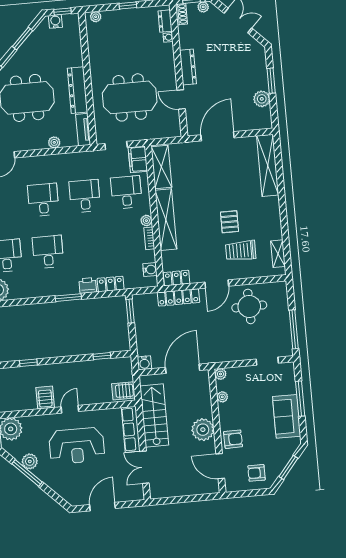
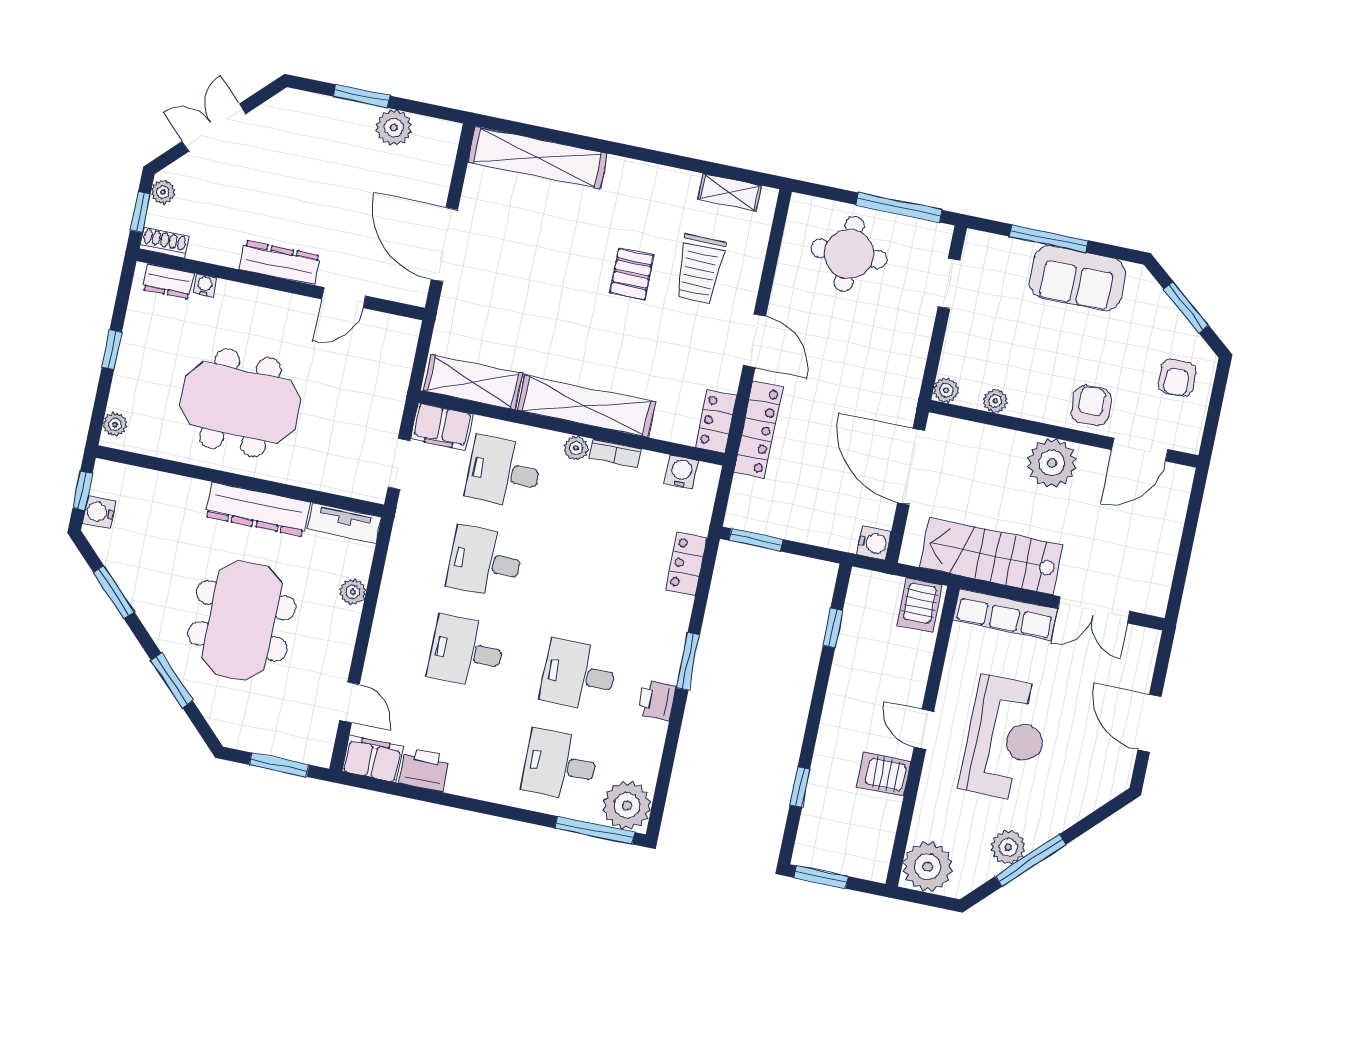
meeting table: (130, 97) -> (240, 403), moved, turned 90
pallet: (230, 222) -> (632, 274), turned 90
printer: (88, 285) -> (657, 700), moved
round table: (249, 306) -> (849, 254), moved

